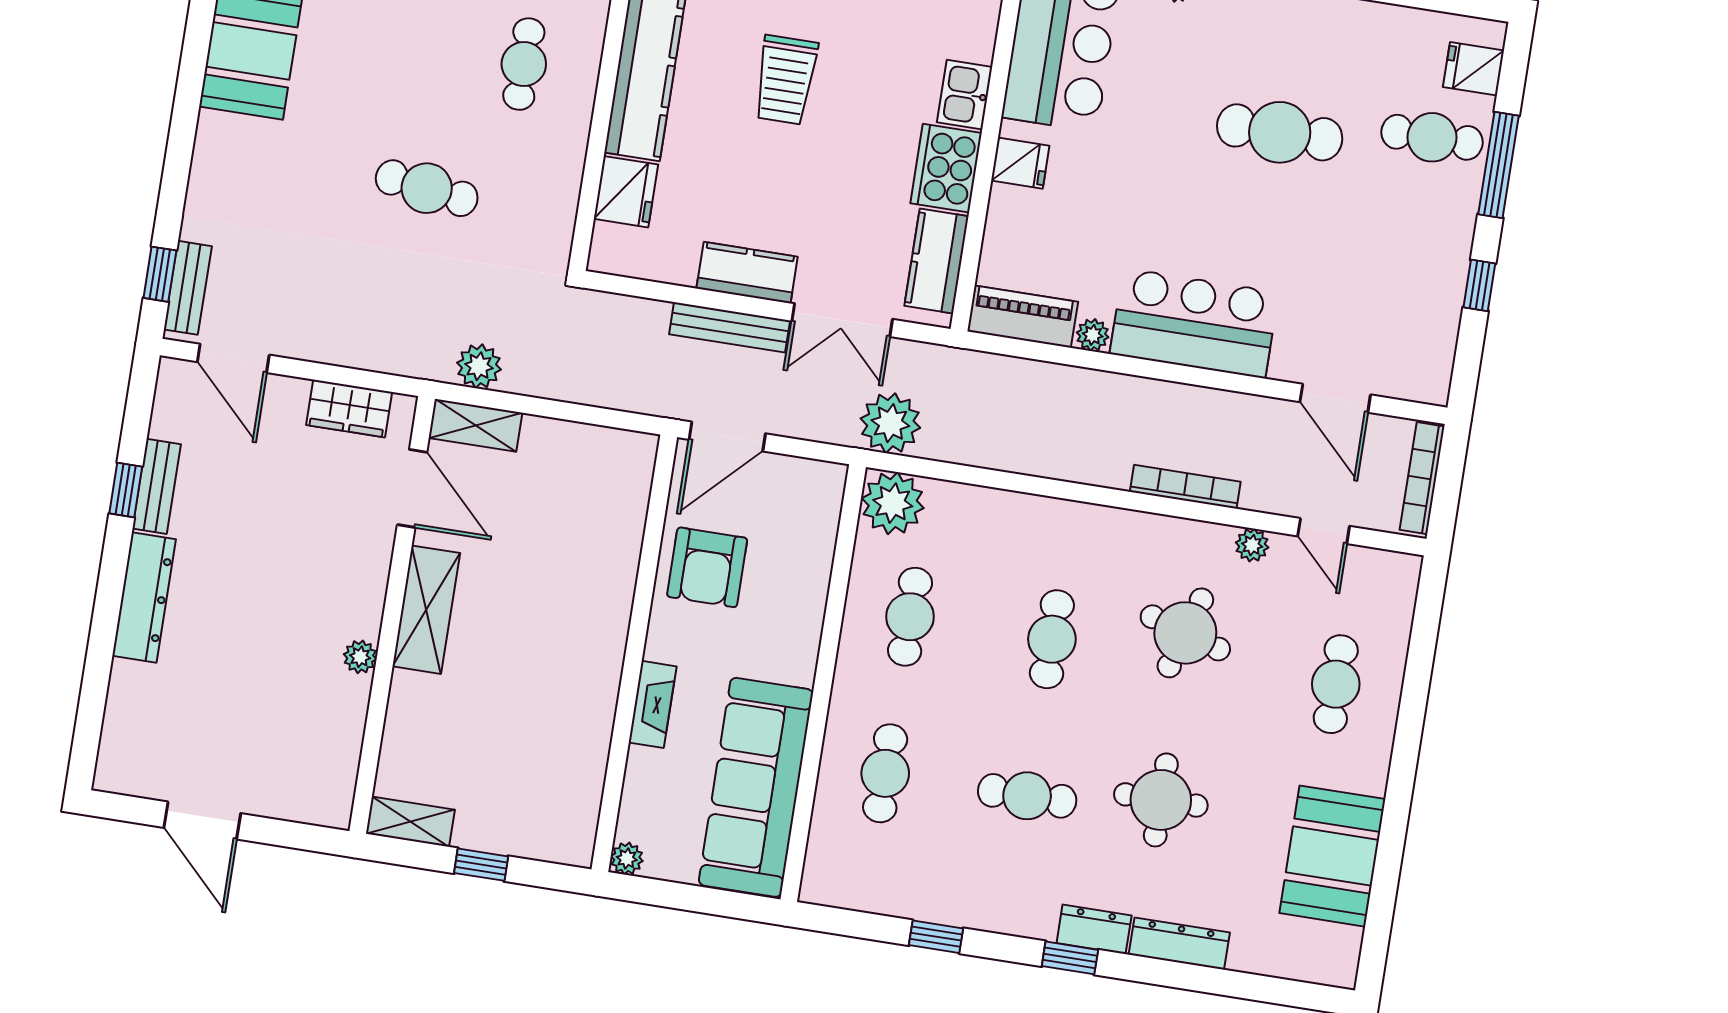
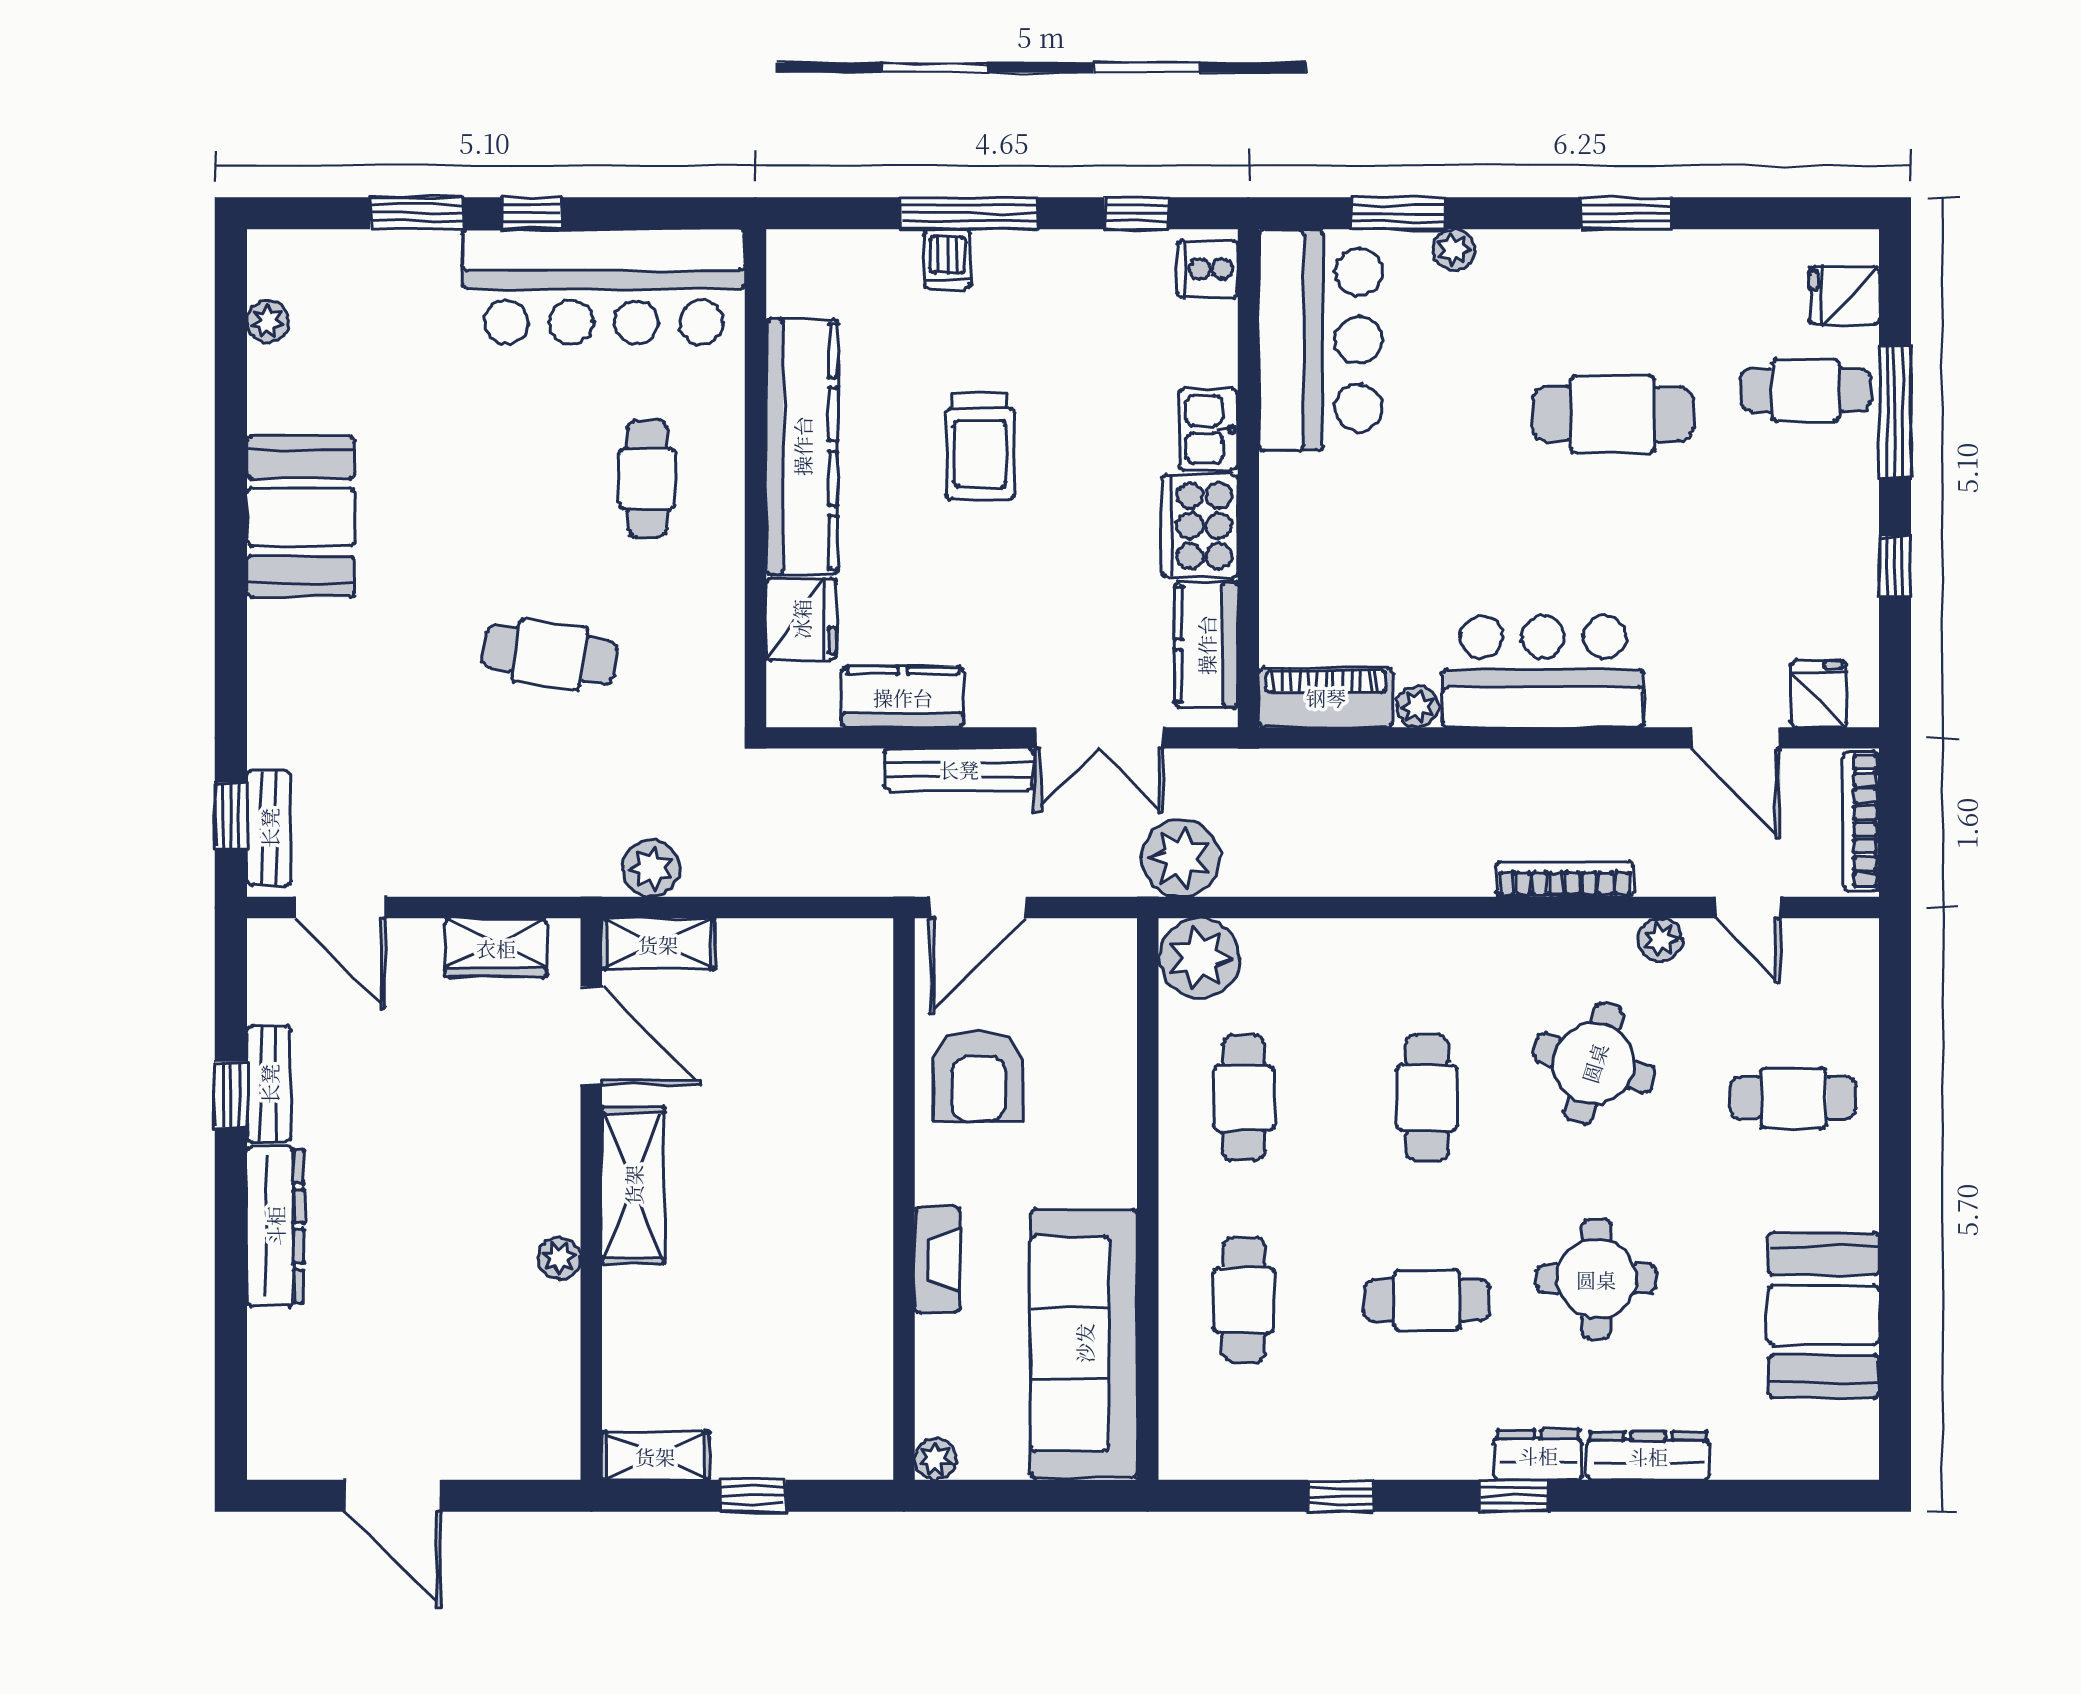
fridge: (1020, 163) -> (1819, 694), moved, turned -90
kitchen counter: (747, 273) -> (903, 697), moved
cafe table: (1336, 684) -> (1793, 1098), turned 90

